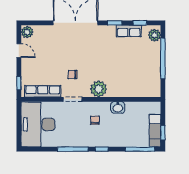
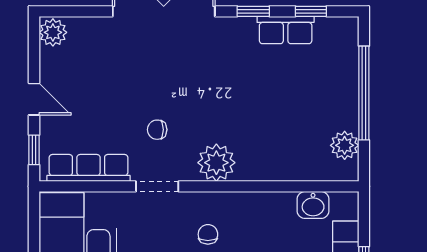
plant: (154, 35) -> (345, 145), moved
door: (19, 51) -> (34, 99), moved
washbasin: (118, 107) -> (313, 205), moved

